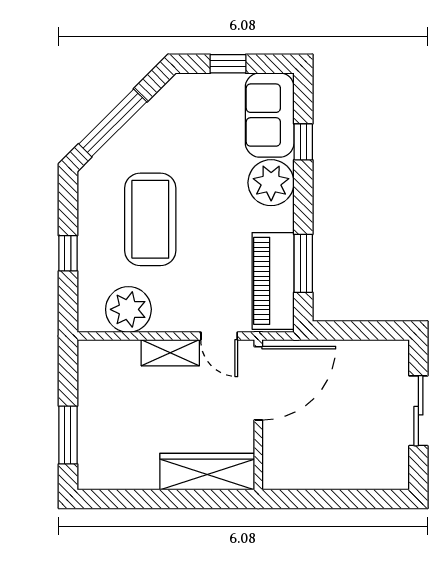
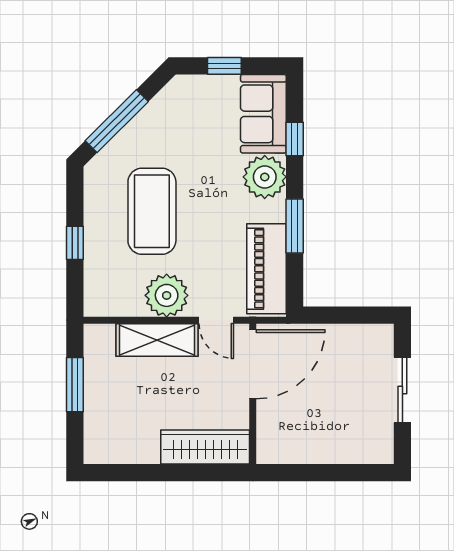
window: (303, 263) -> (295, 226), moved
plant: (128, 309) -> (167, 295), moved
shelving: (170, 353) -> (157, 340), width x1.50, depth x1.33
window: (68, 435) -> (75, 385), moved

